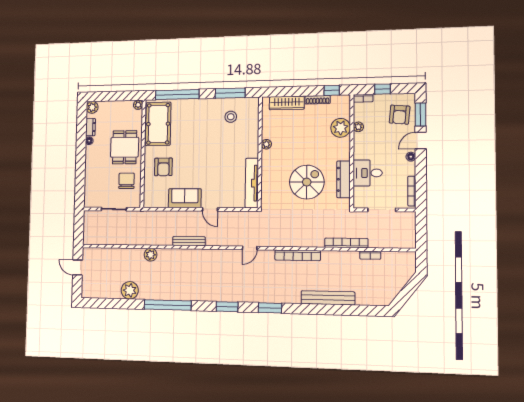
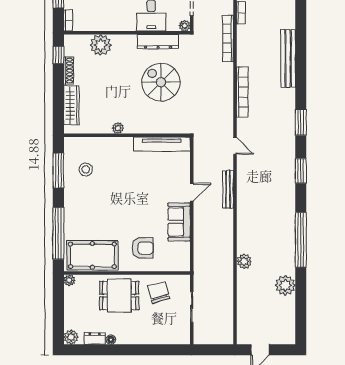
plant: (358, 127) -> (185, 26), moved
chair: (127, 181) -> (159, 292), turned 74
bench: (189, 241) -> (228, 189), moved

